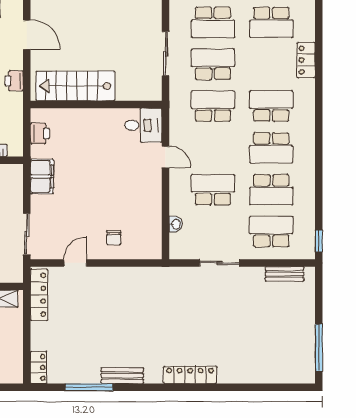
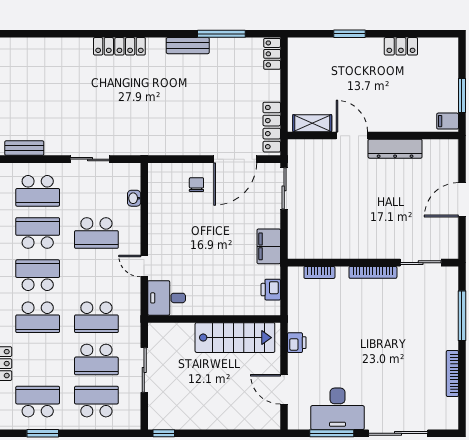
door: (75, 263) -> (235, 159), width x1.87

